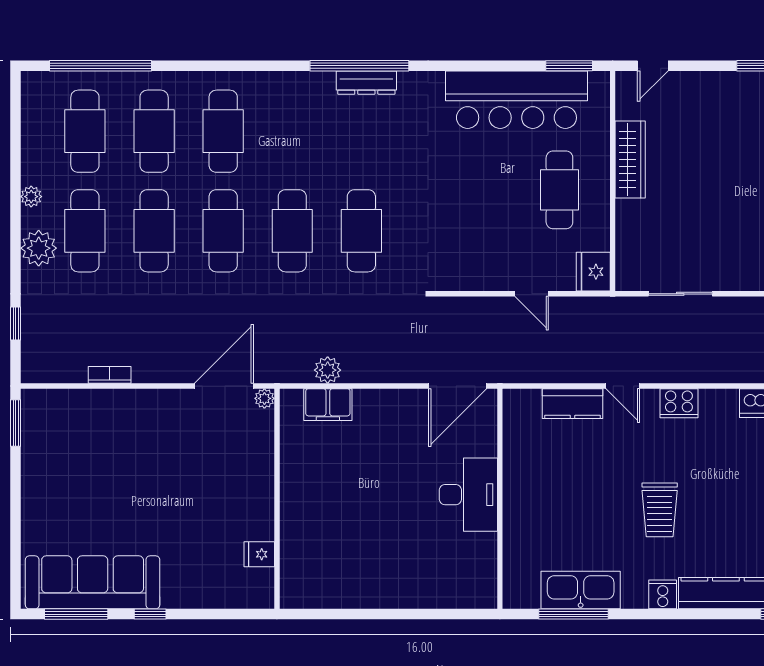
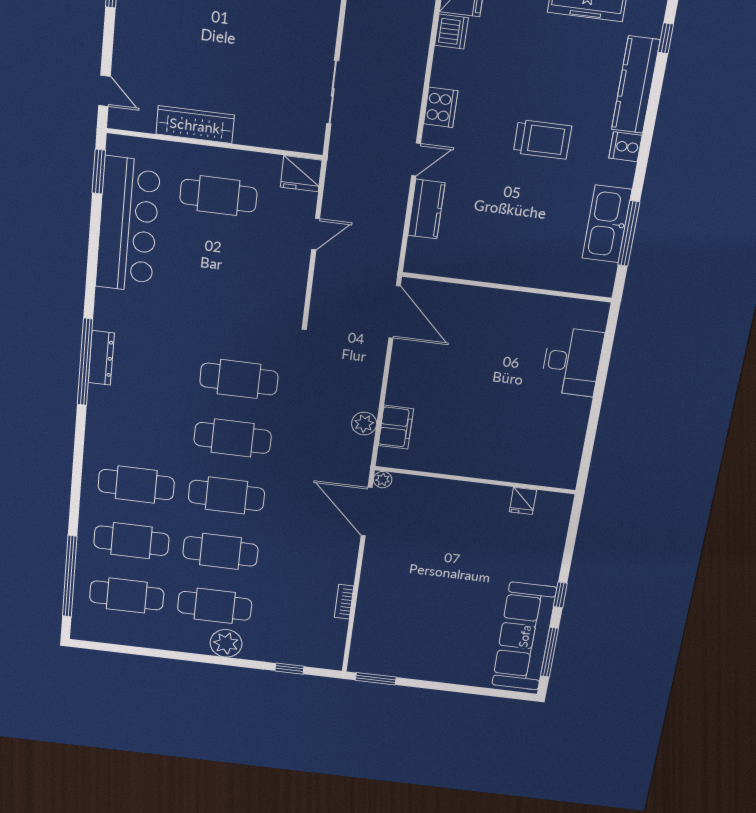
plant: (31, 197) -> (180, 644), removed
desk: (468, 495) -> (572, 362), moved, turned 90

